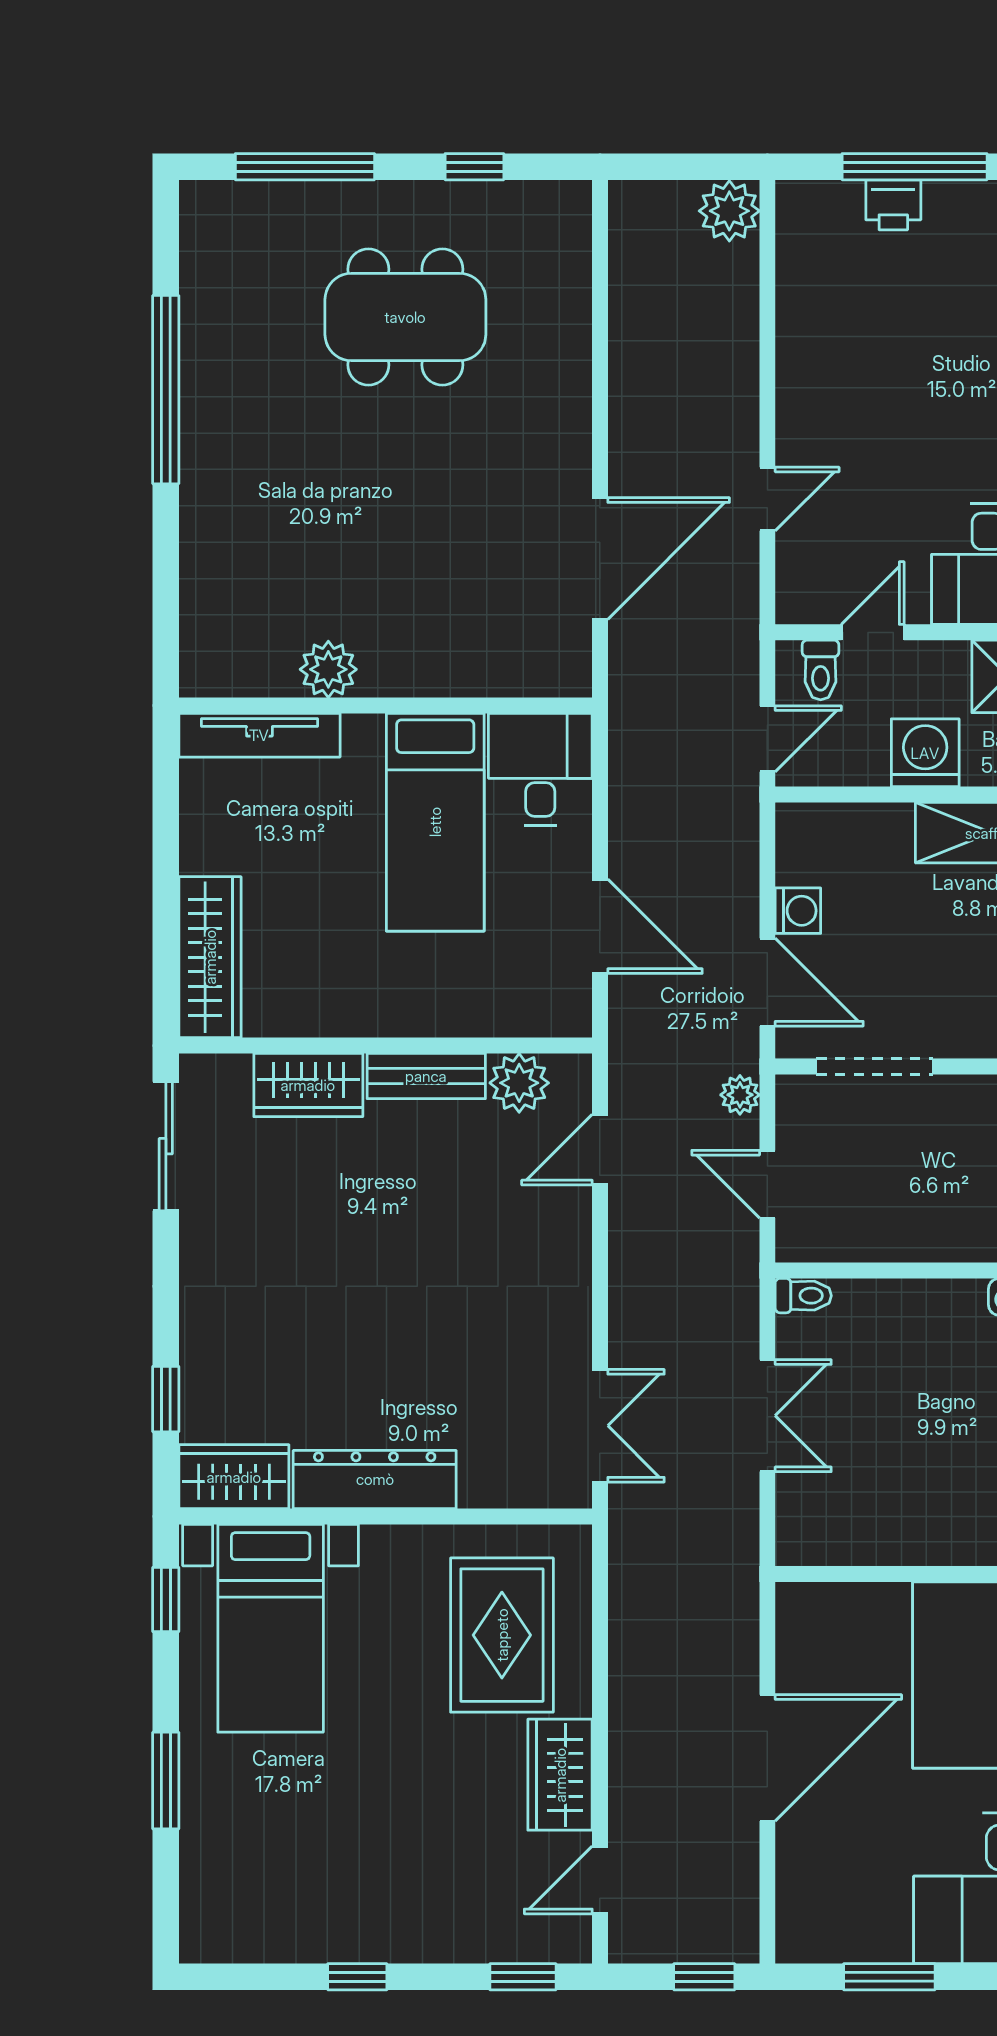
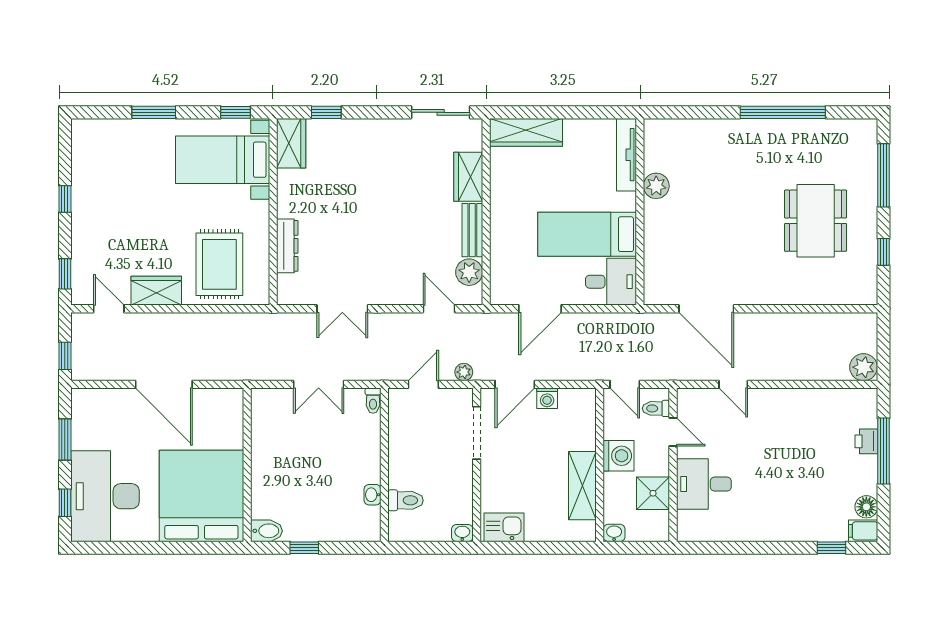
double door: (600, 1426) -> (342, 309), moved
dresser: (375, 1479) -> (287, 246), moved, width x0.73, depth x0.80
rug: (502, 1635) -> (219, 264), turned 90

